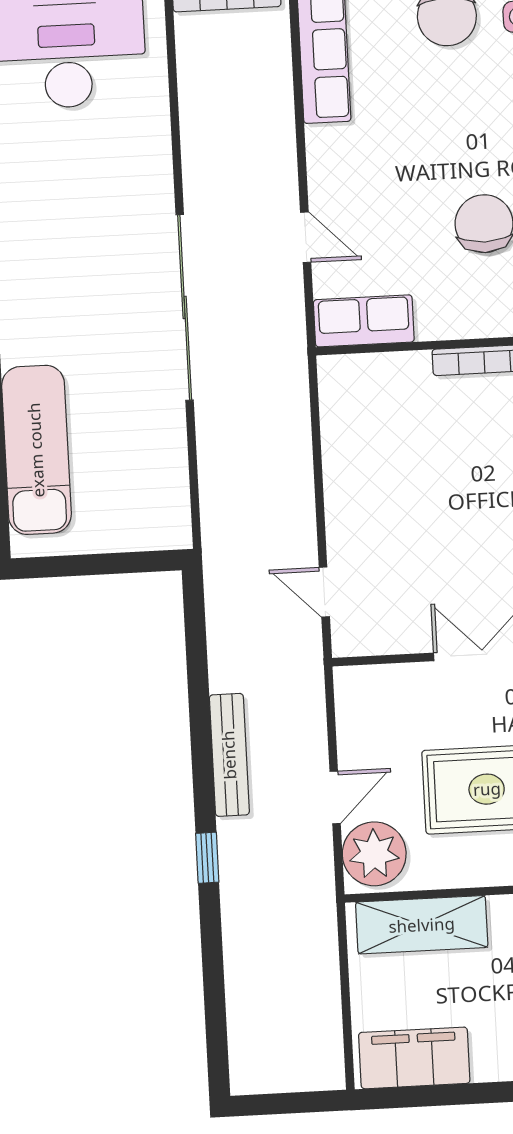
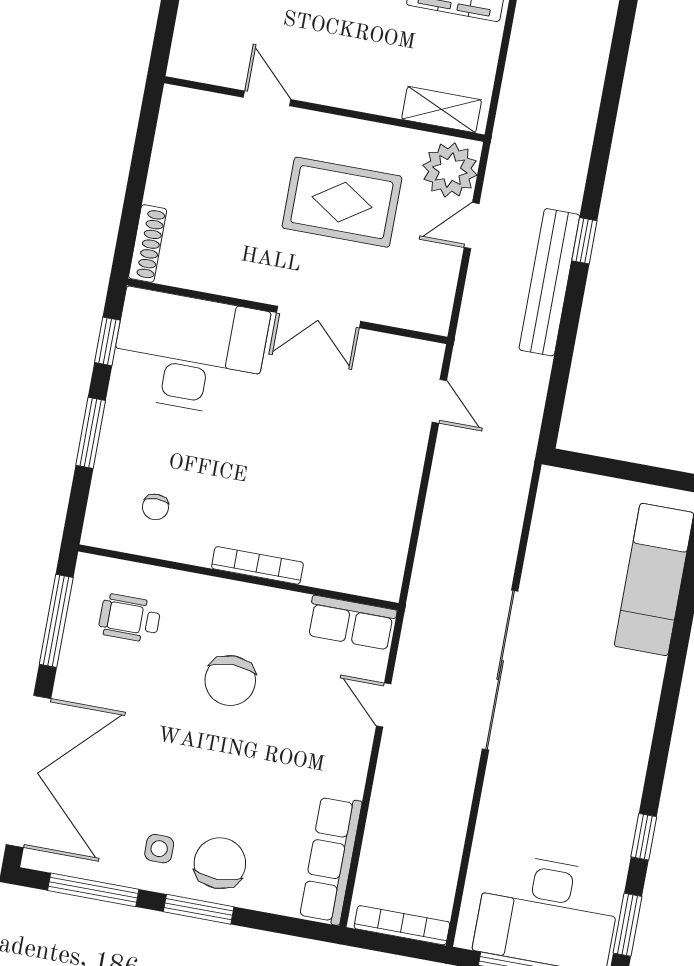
bench: (229, 755) -> (549, 282), width x1.37, depth x1.21
window: (207, 858) -> (584, 241), moved
shelving: (422, 925) -> (442, 110), width x0.67, depth x0.75

